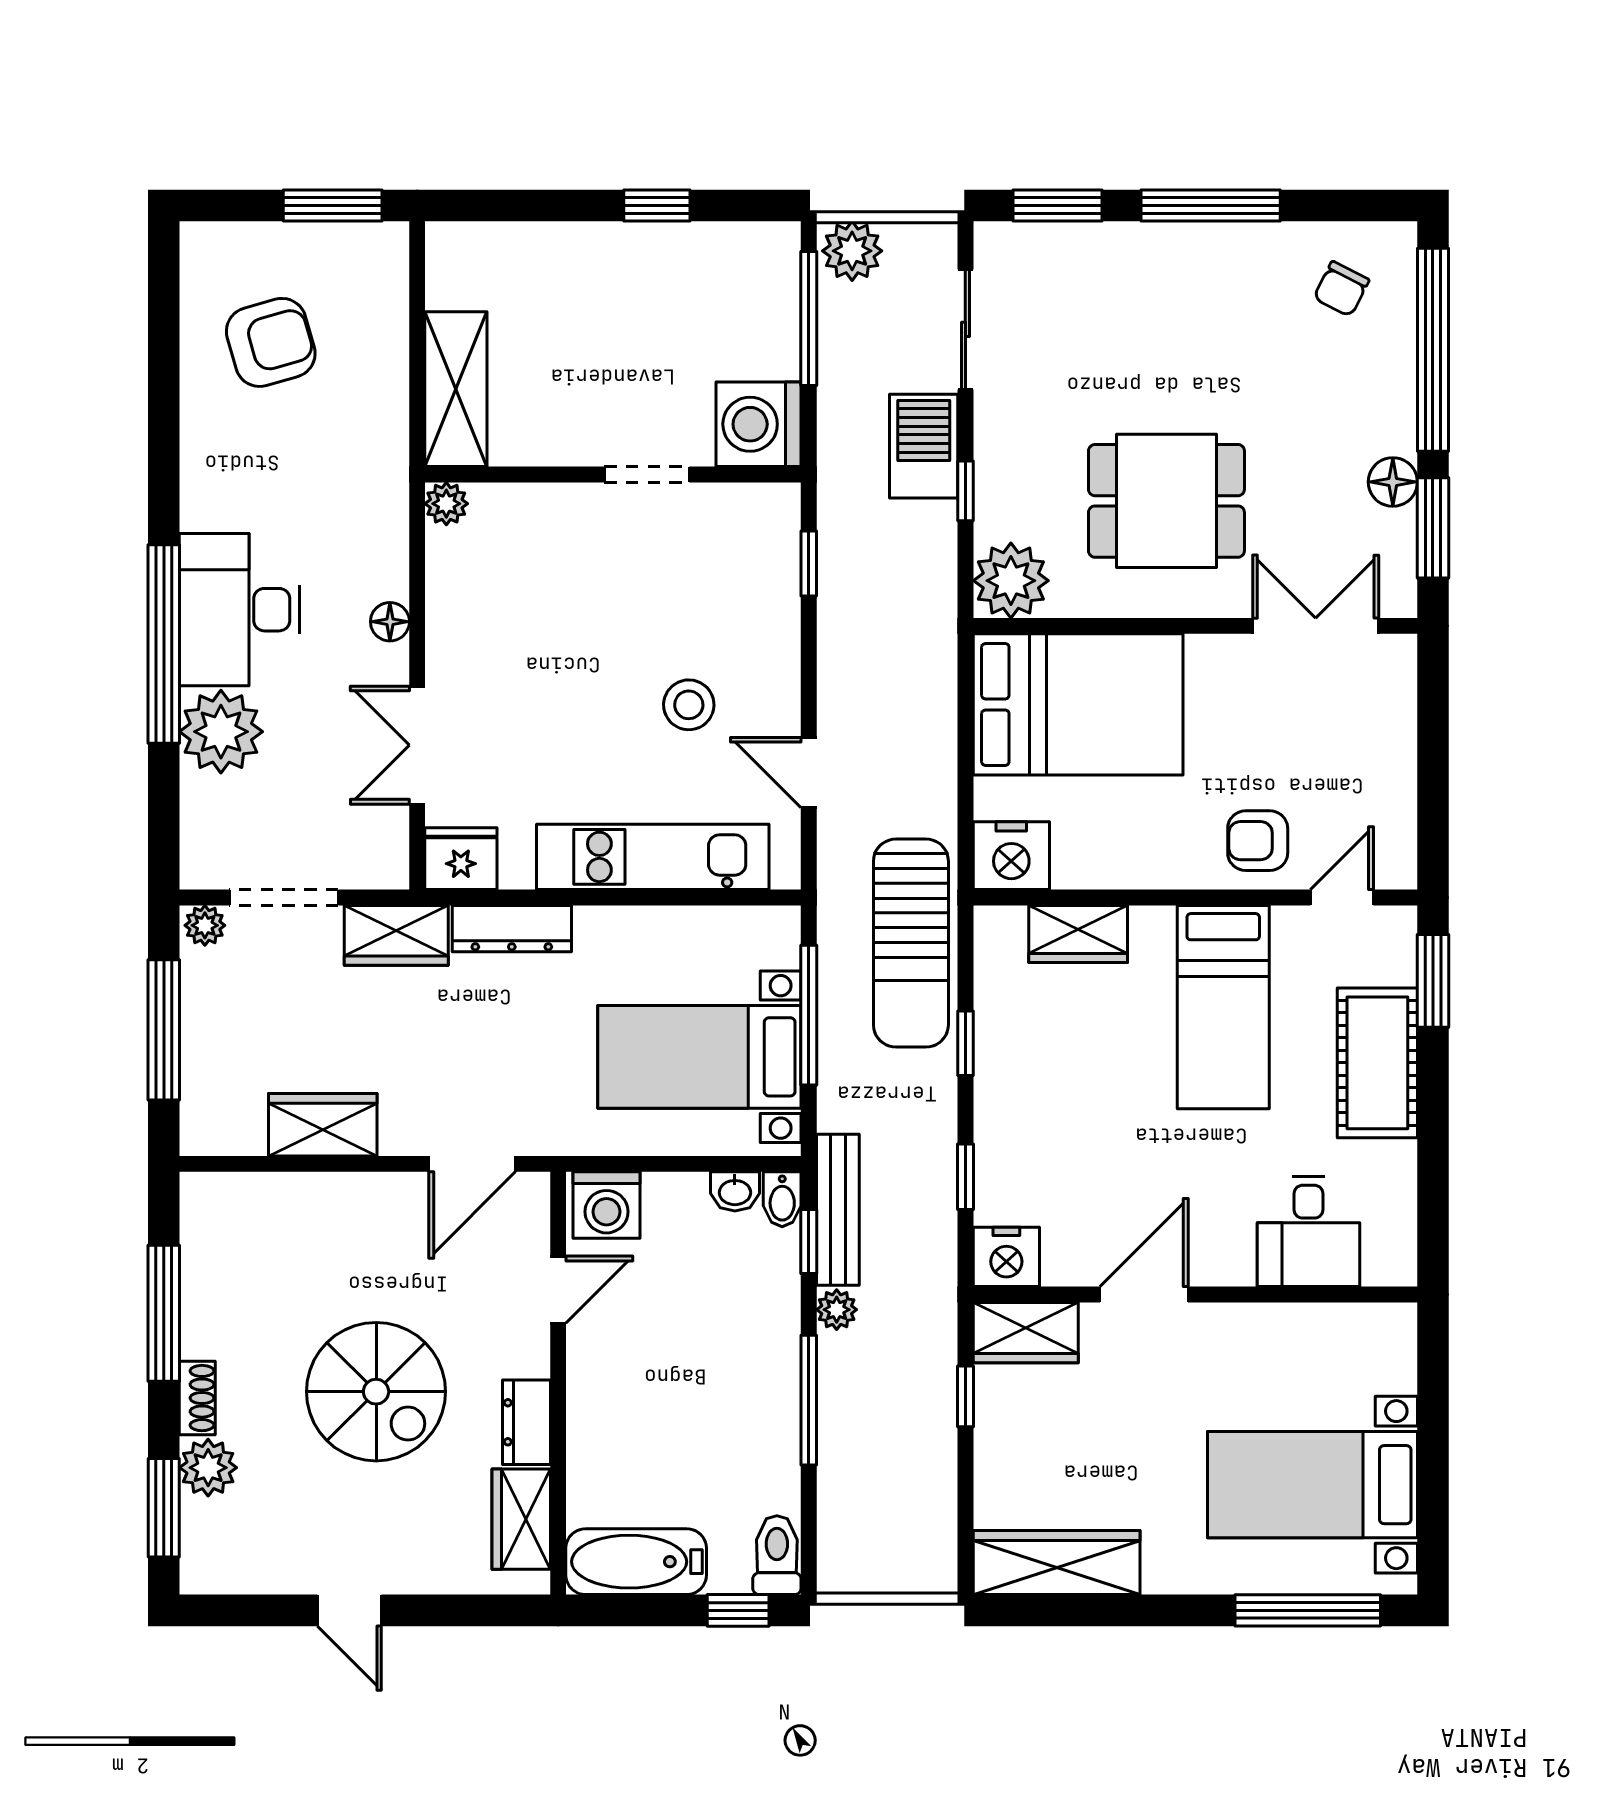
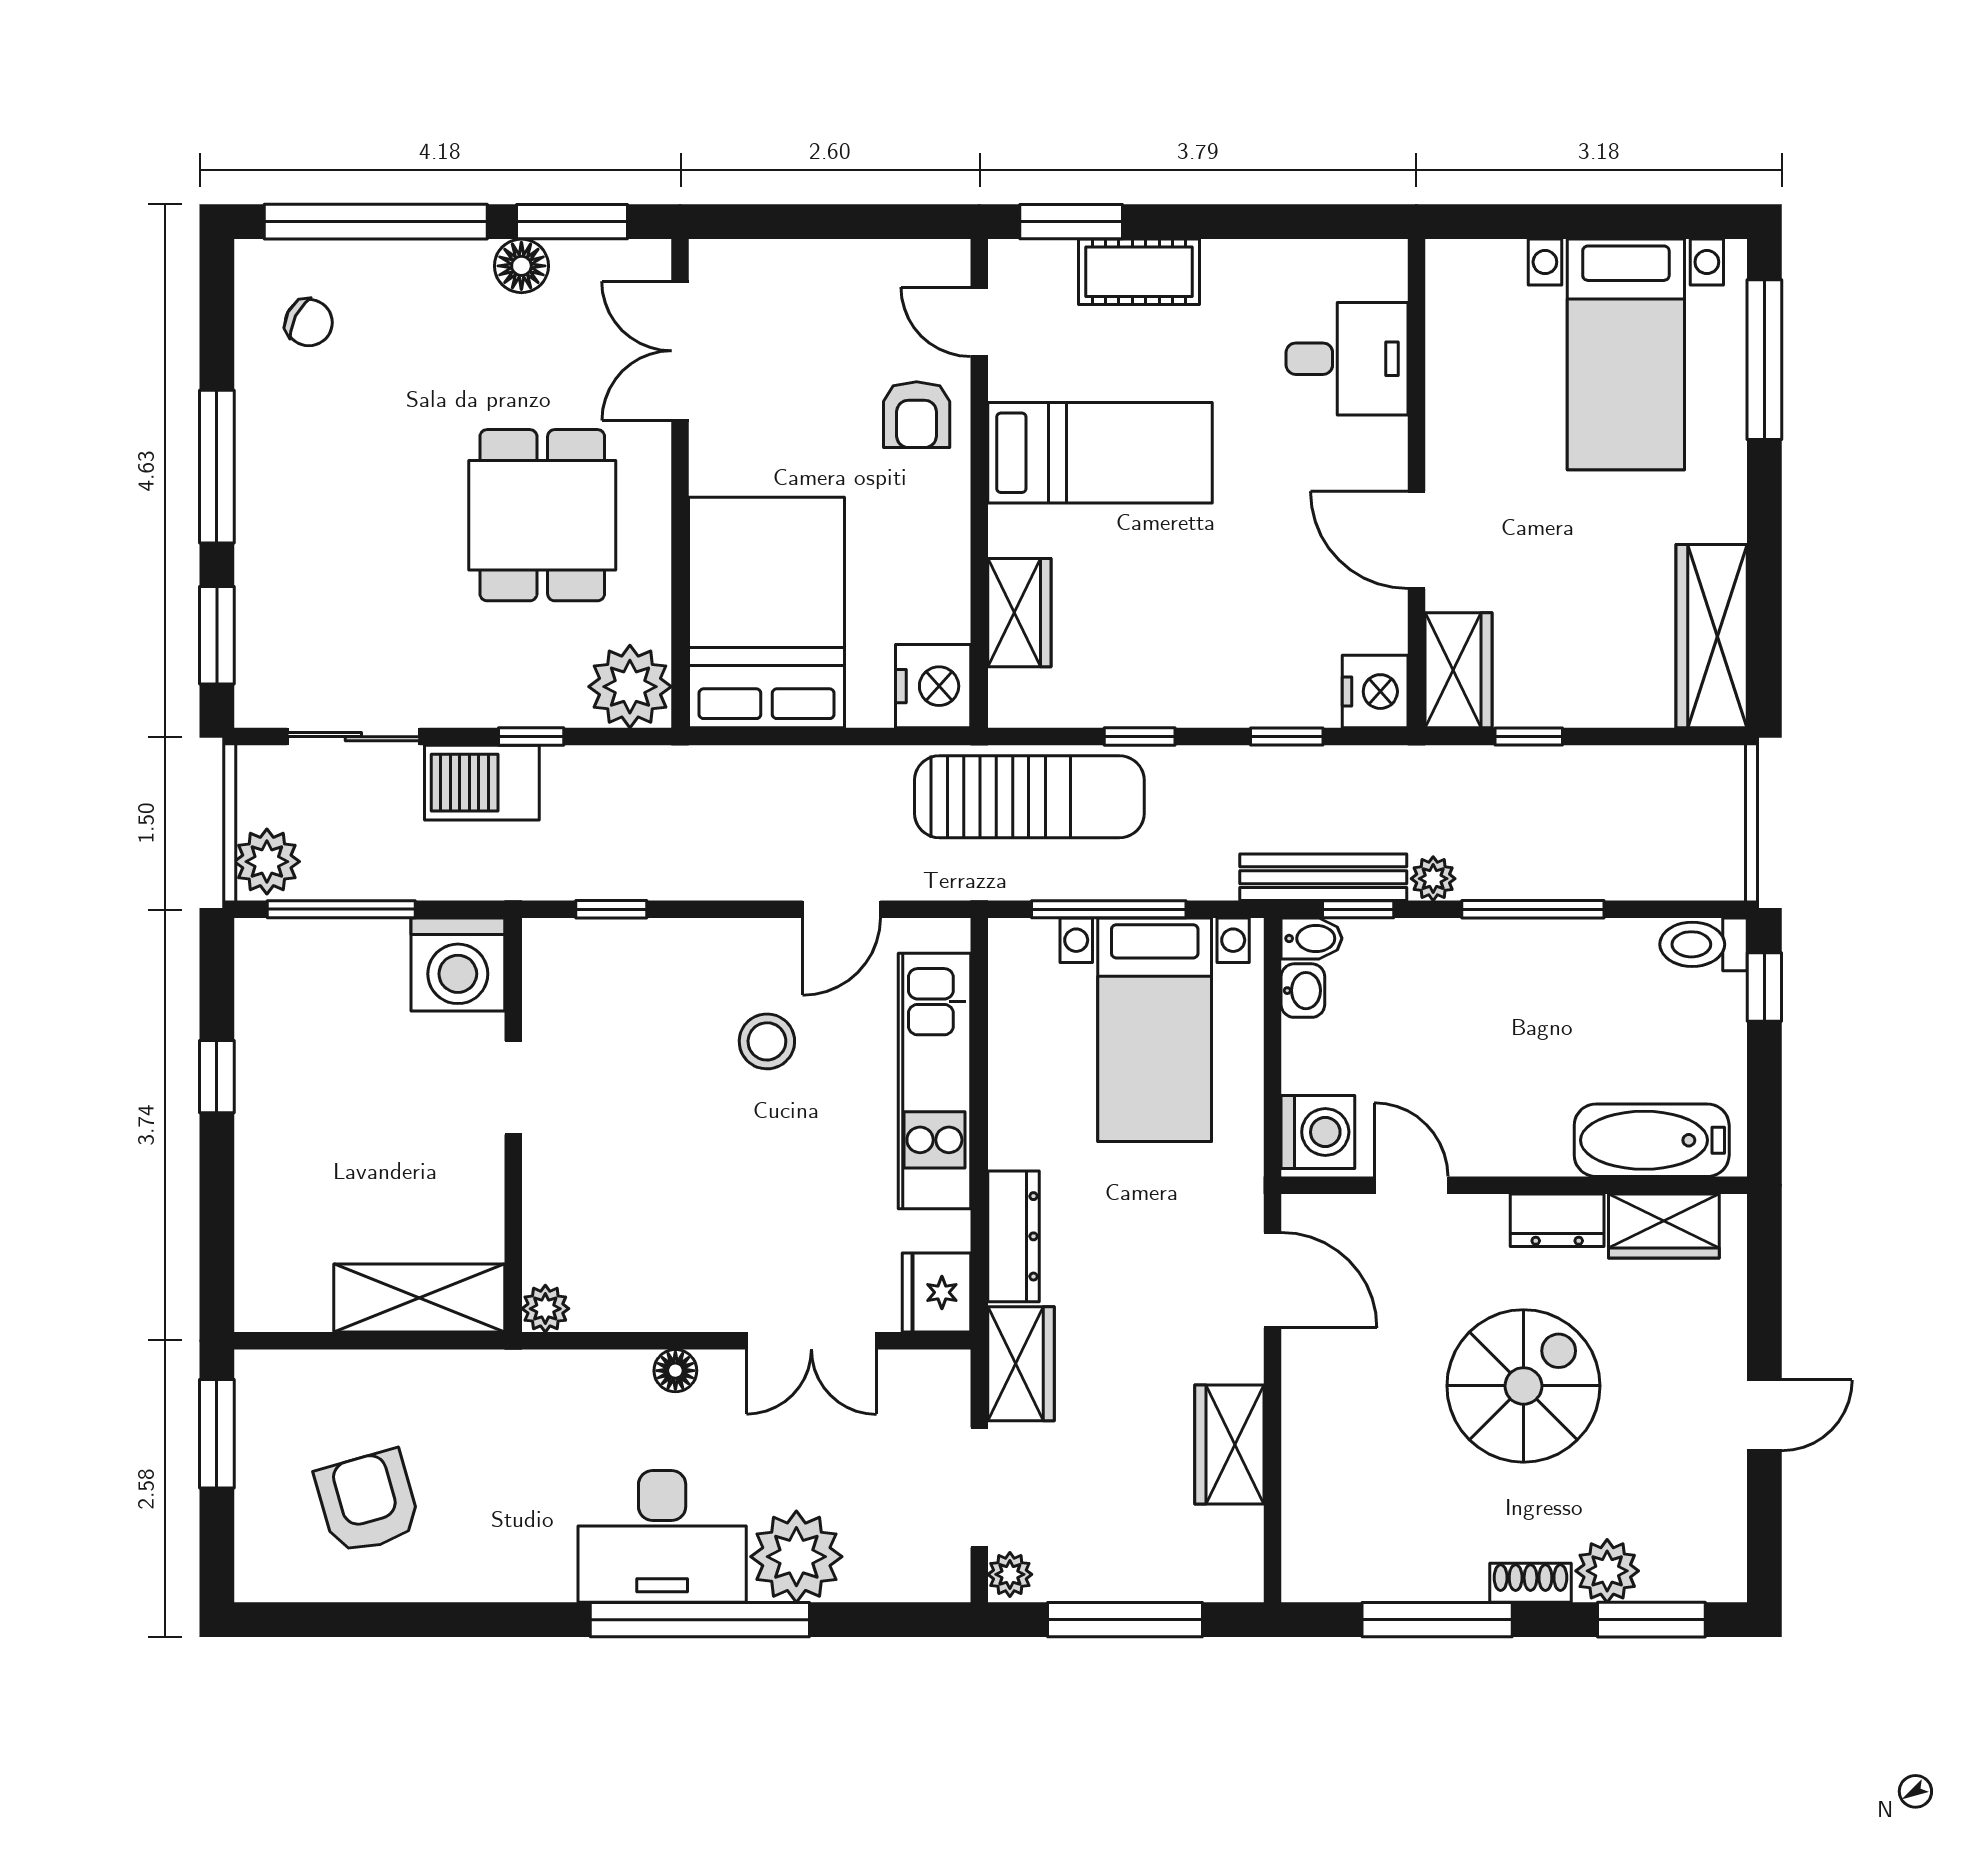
cot: (1377, 1063) -> (1139, 272), width x0.73, depth x0.75
bathtub: (636, 1562) -> (1652, 1140), moved, turned 90

